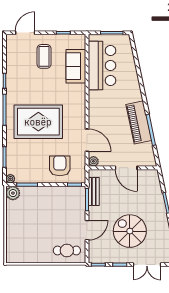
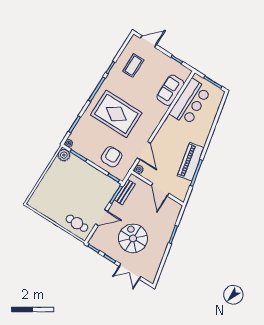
coffee table: (44, 56) -> (133, 66), moved

